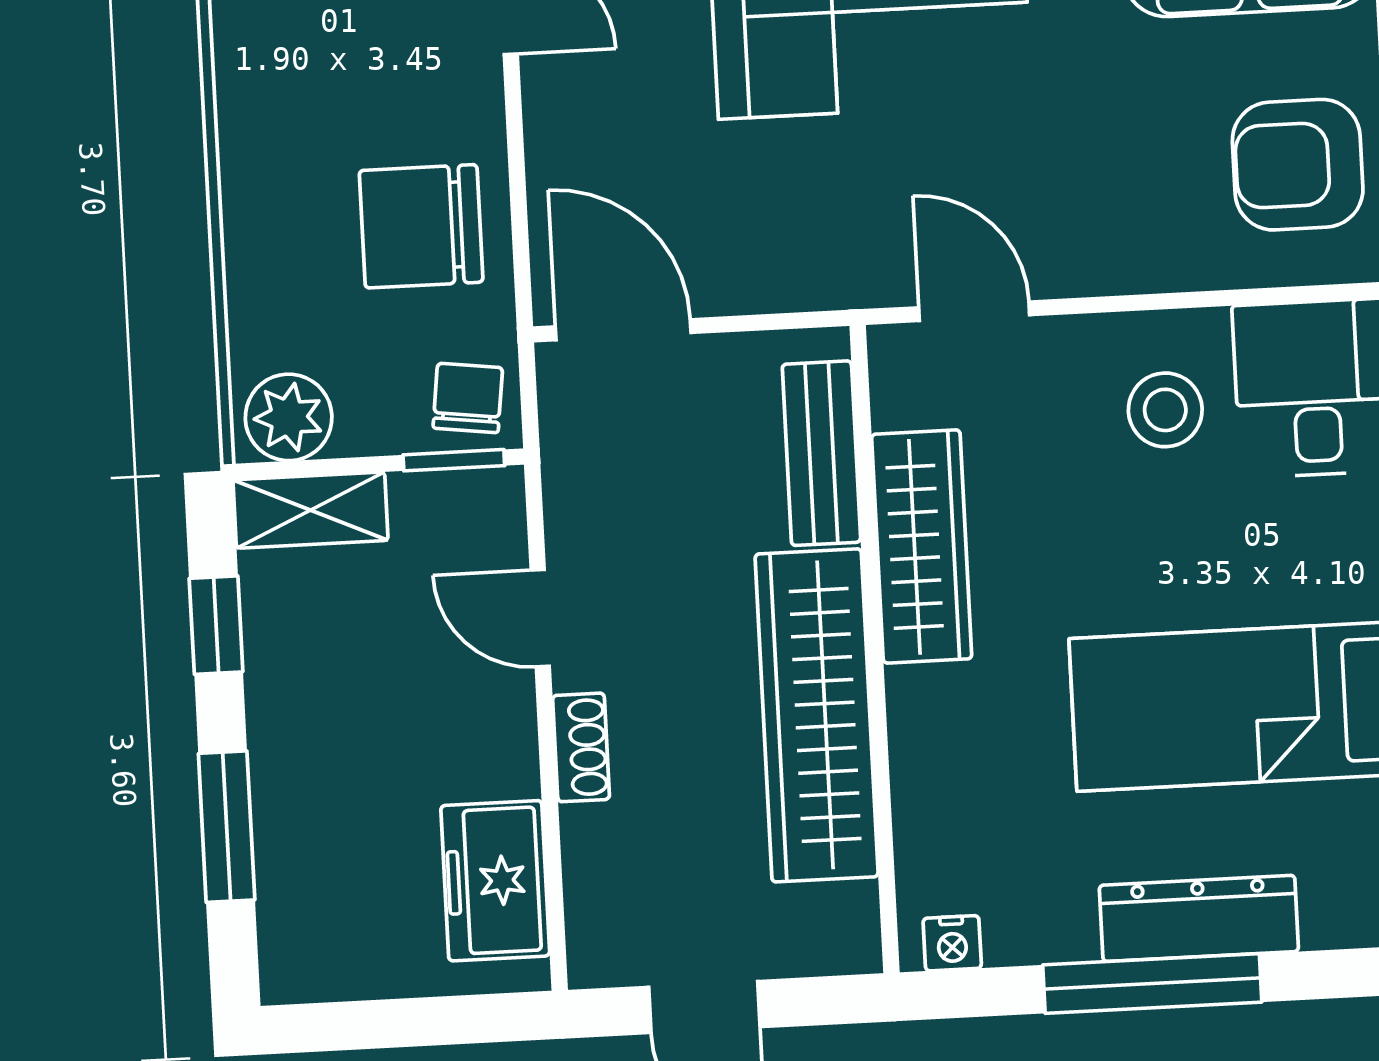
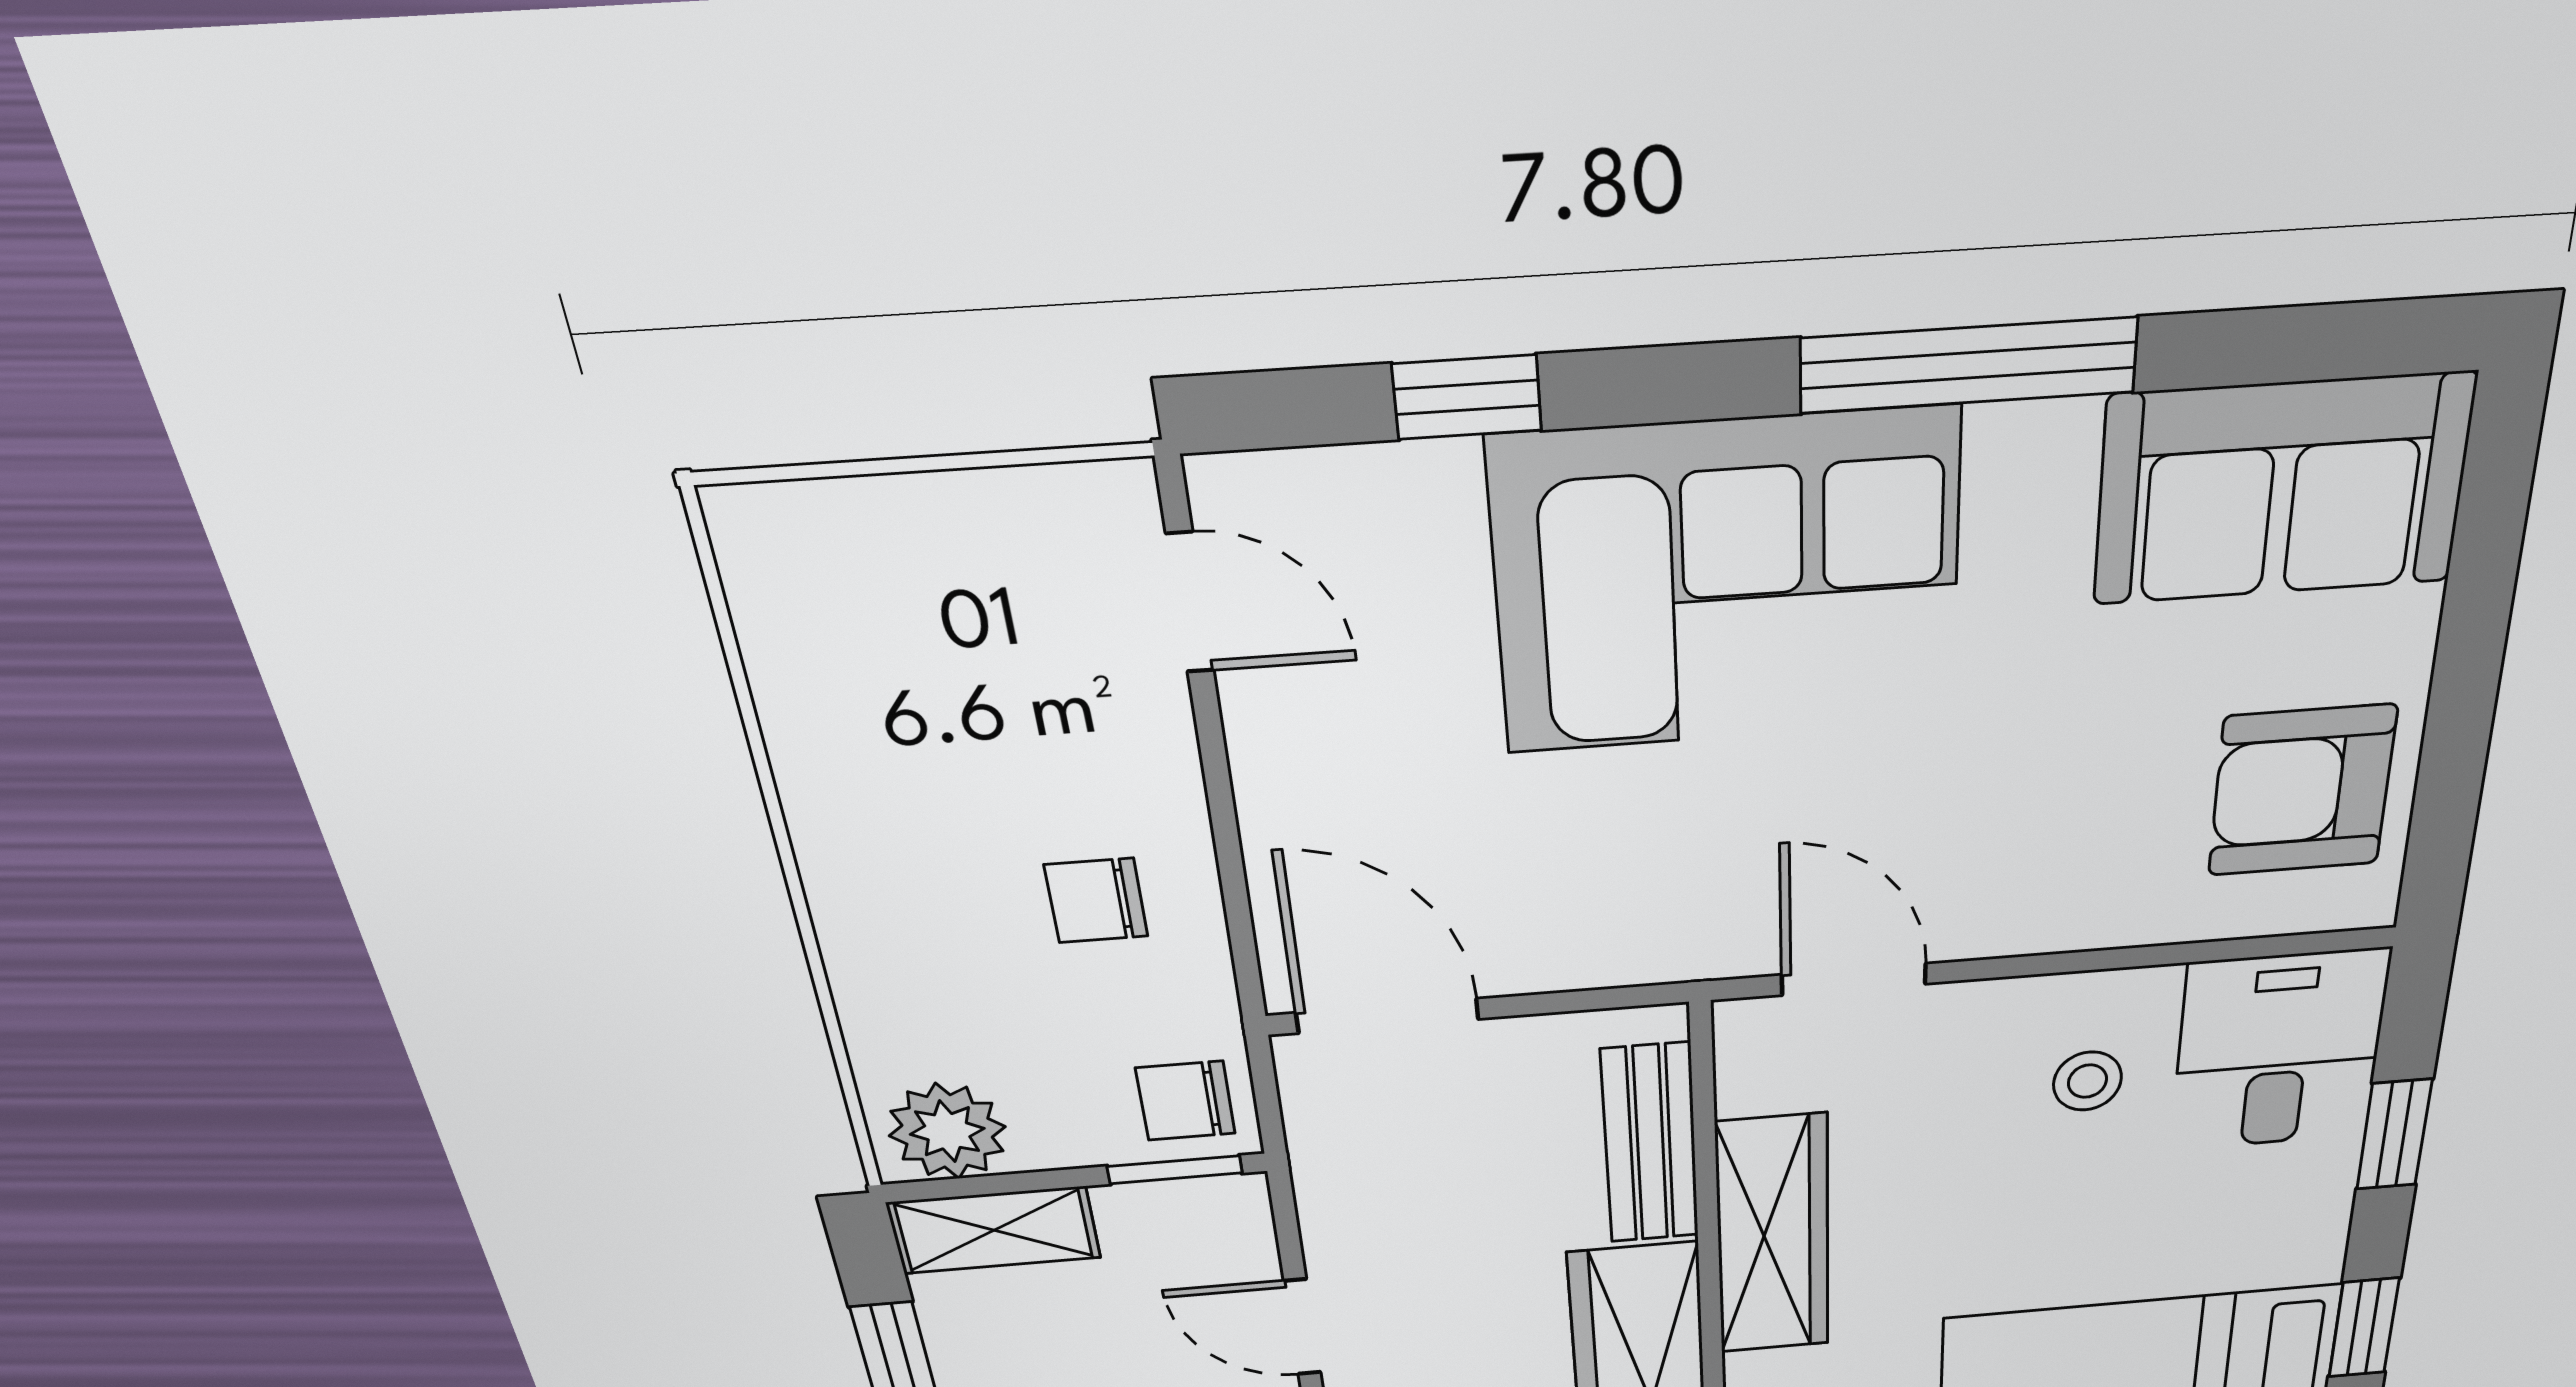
chair: (421, 226) -> (1096, 901), width x0.54, depth x0.54
chair: (468, 398) -> (1185, 1101), turned -97
stool: (1165, 410) -> (2087, 1081), width x0.73, depth x0.73

